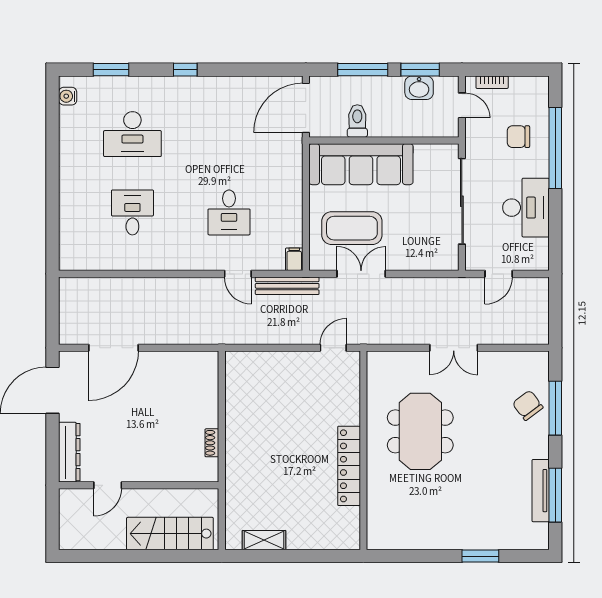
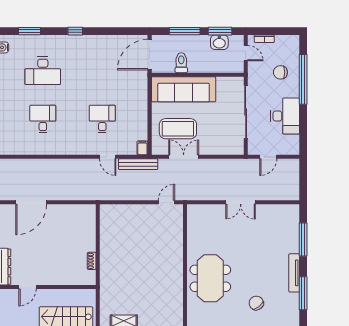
desk: (229, 212) -> (102, 119), turned 180
chair: (528, 405) -> (256, 303), moved
meeting table: (420, 431) -> (210, 278), moved
locker: (349, 466) -> (176, 275), removed
tv unit: (541, 491) -> (294, 273), moved

